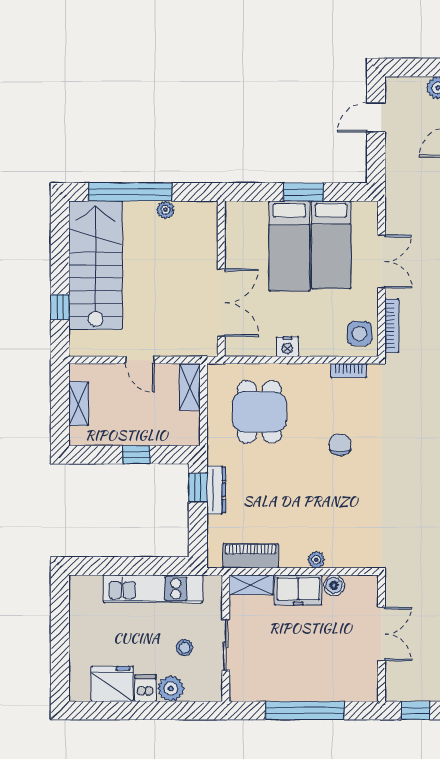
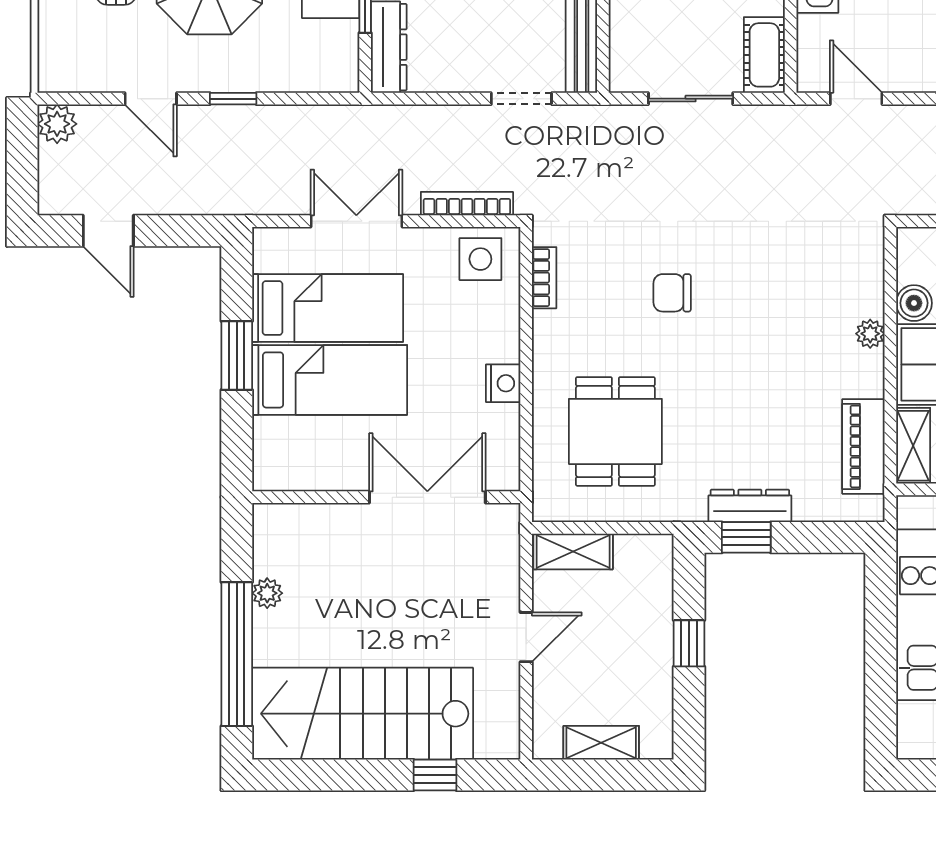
dining table: (259, 412) -> (615, 431), turned 90

